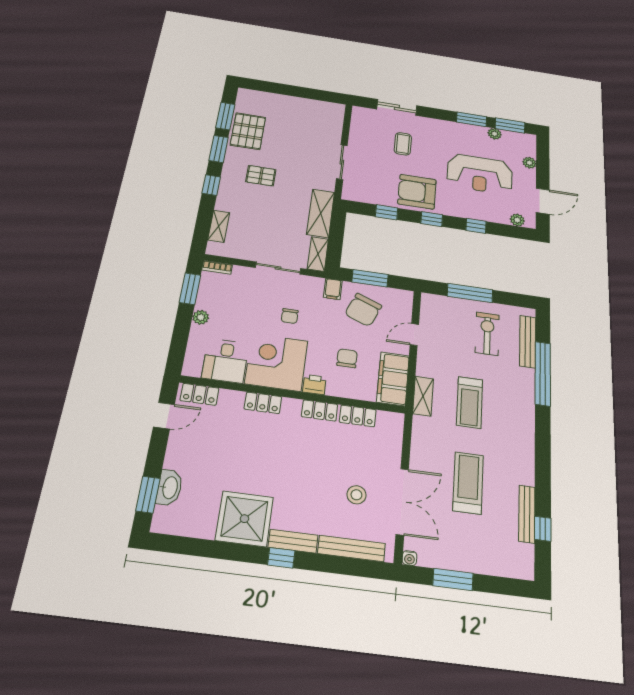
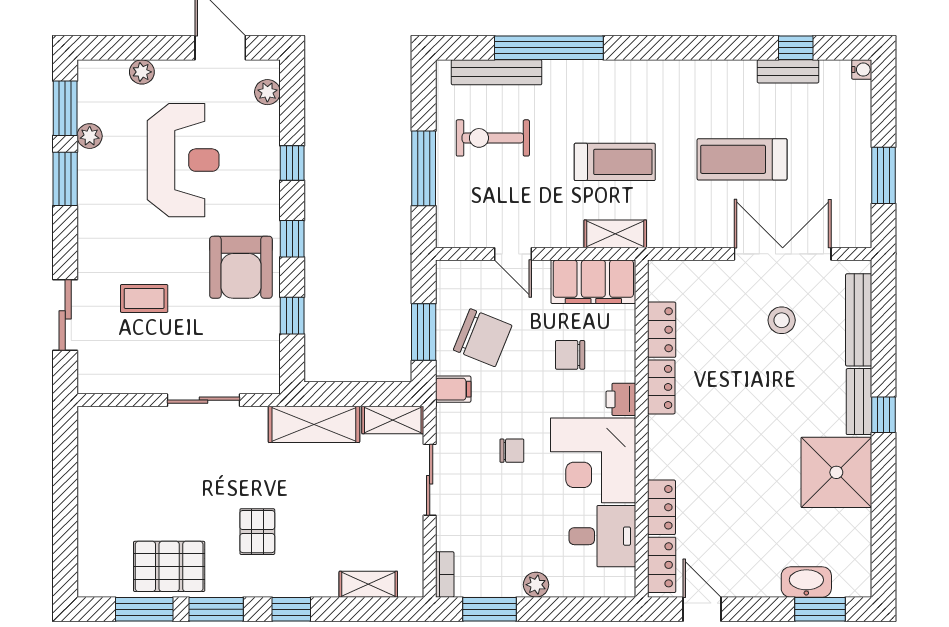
locker: (263, 403) -> (661, 507), moved
bench: (527, 514) -> (788, 71), width x0.73
water cooler: (410, 558) -> (862, 70), moved

